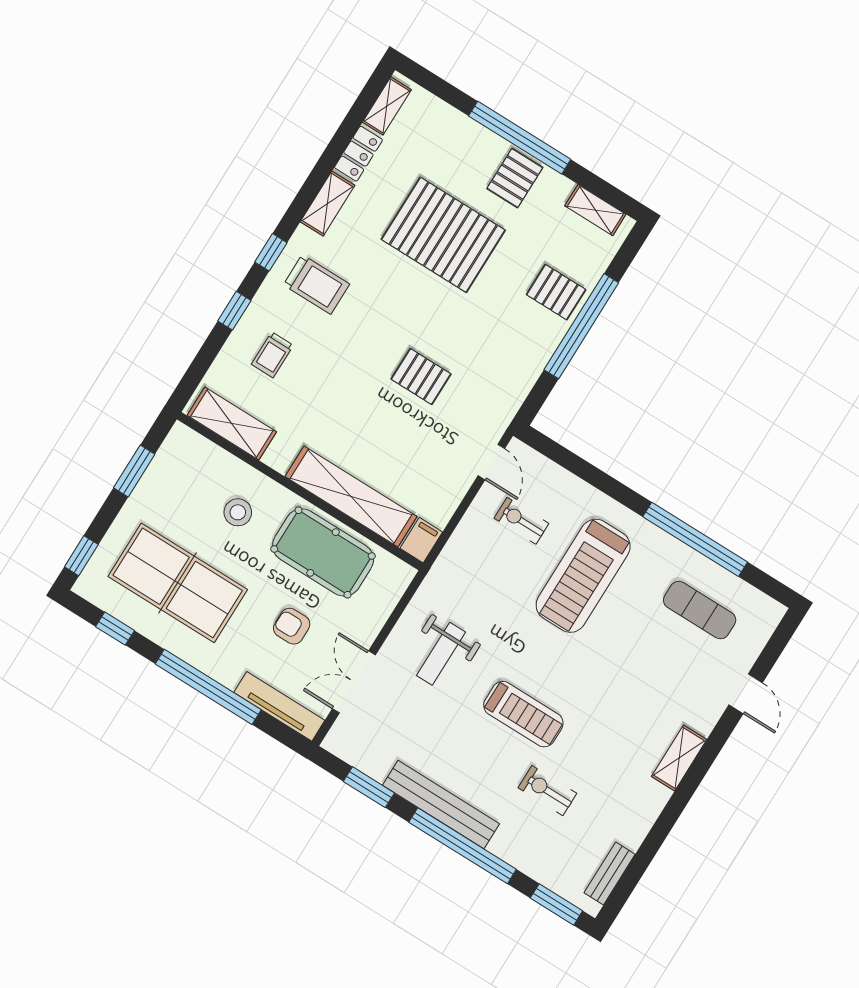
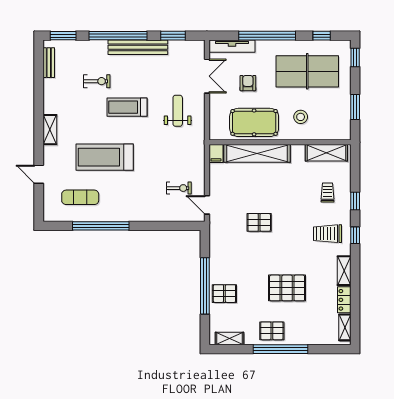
pallet: (515, 178) -> (272, 331), turned 90
pallet: (443, 235) -> (287, 288), width x0.73, depth x0.71
treadmill: (583, 576) -> (105, 157), moved, turned -90
armchair: (292, 626) -> (248, 83), turned -90

